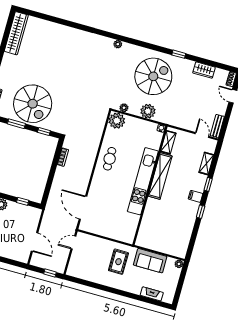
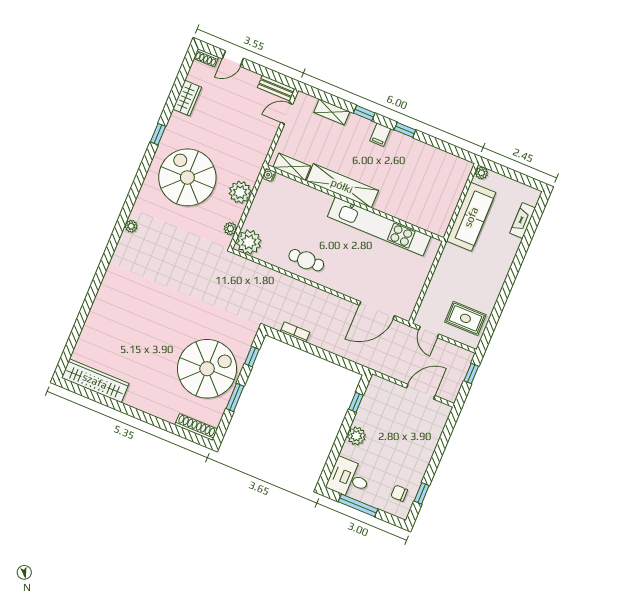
kitchen unit: (143, 181) -> (379, 226), moved
sofa: (150, 261) -> (471, 217), width x1.36
rug: (118, 262) -> (465, 318), moved

